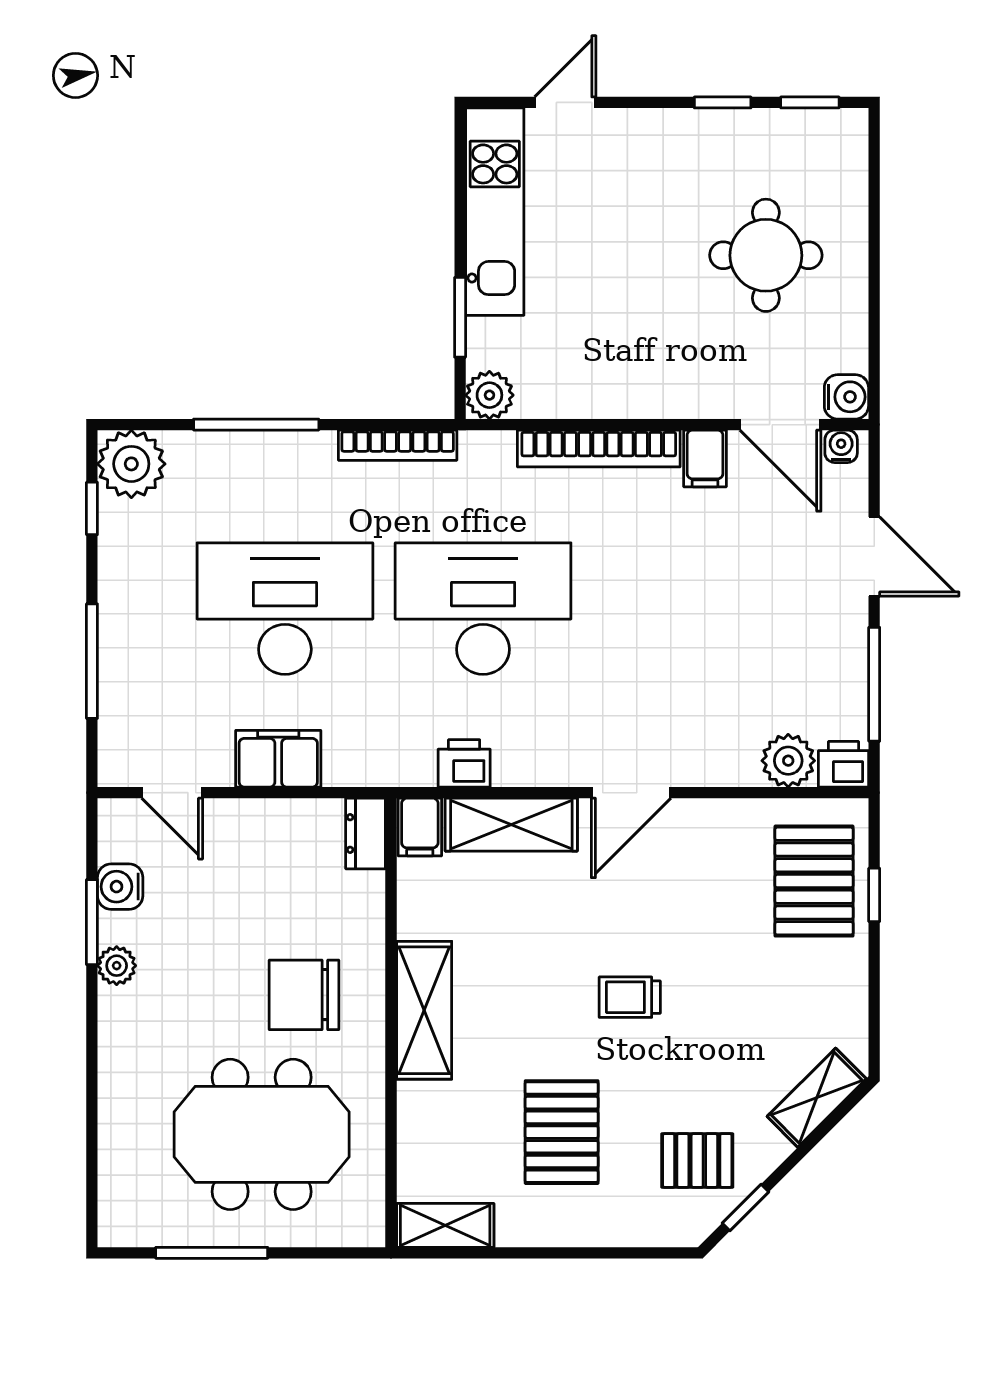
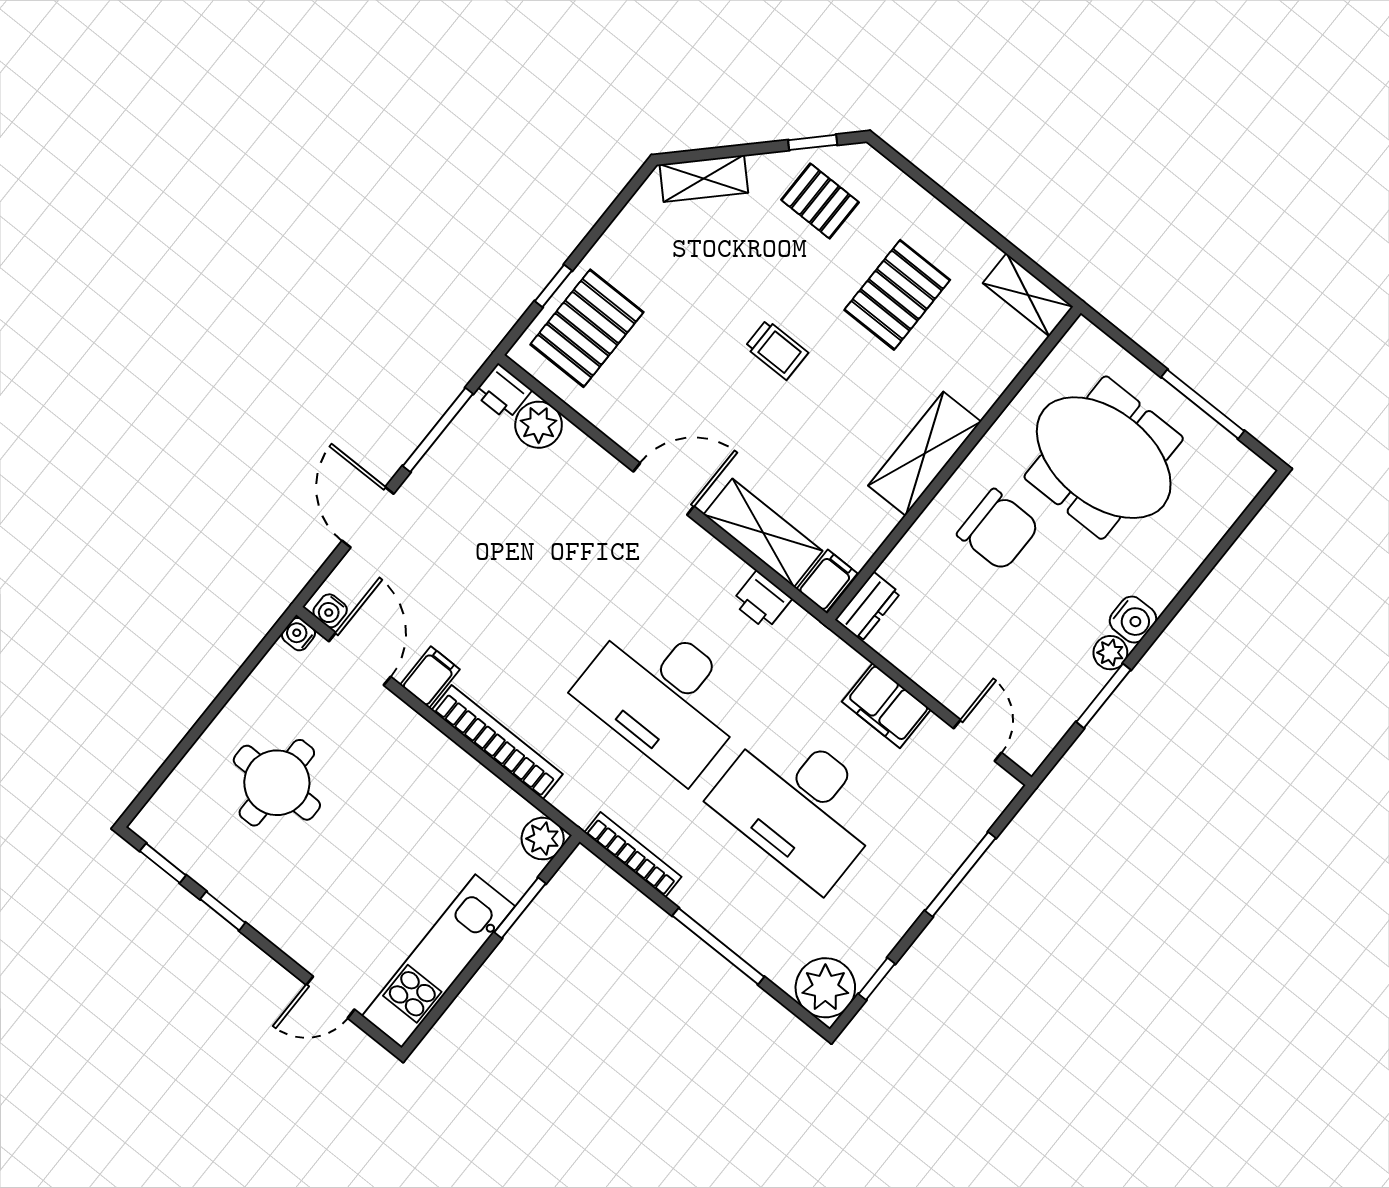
water cooler: (846, 397) -> (298, 634), width x0.72, depth x0.72
water cooler: (120, 887) -> (1133, 620), moved

